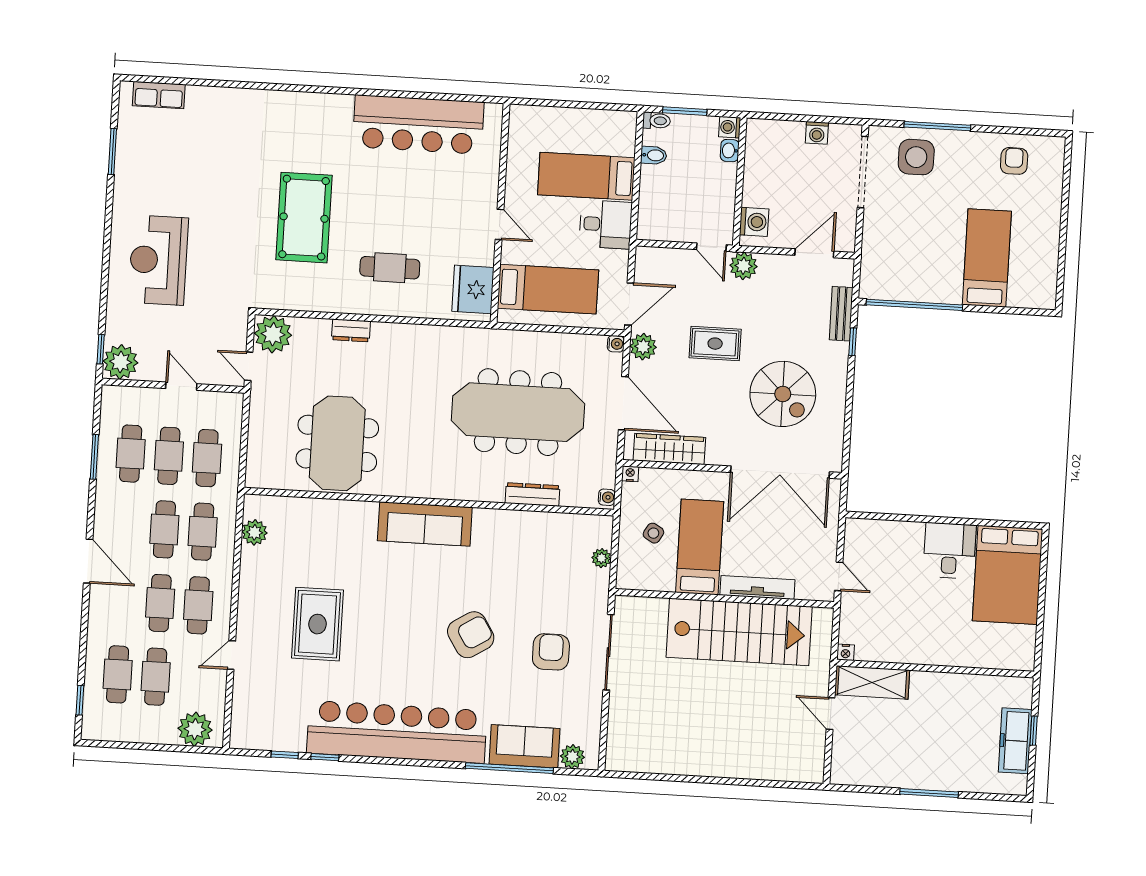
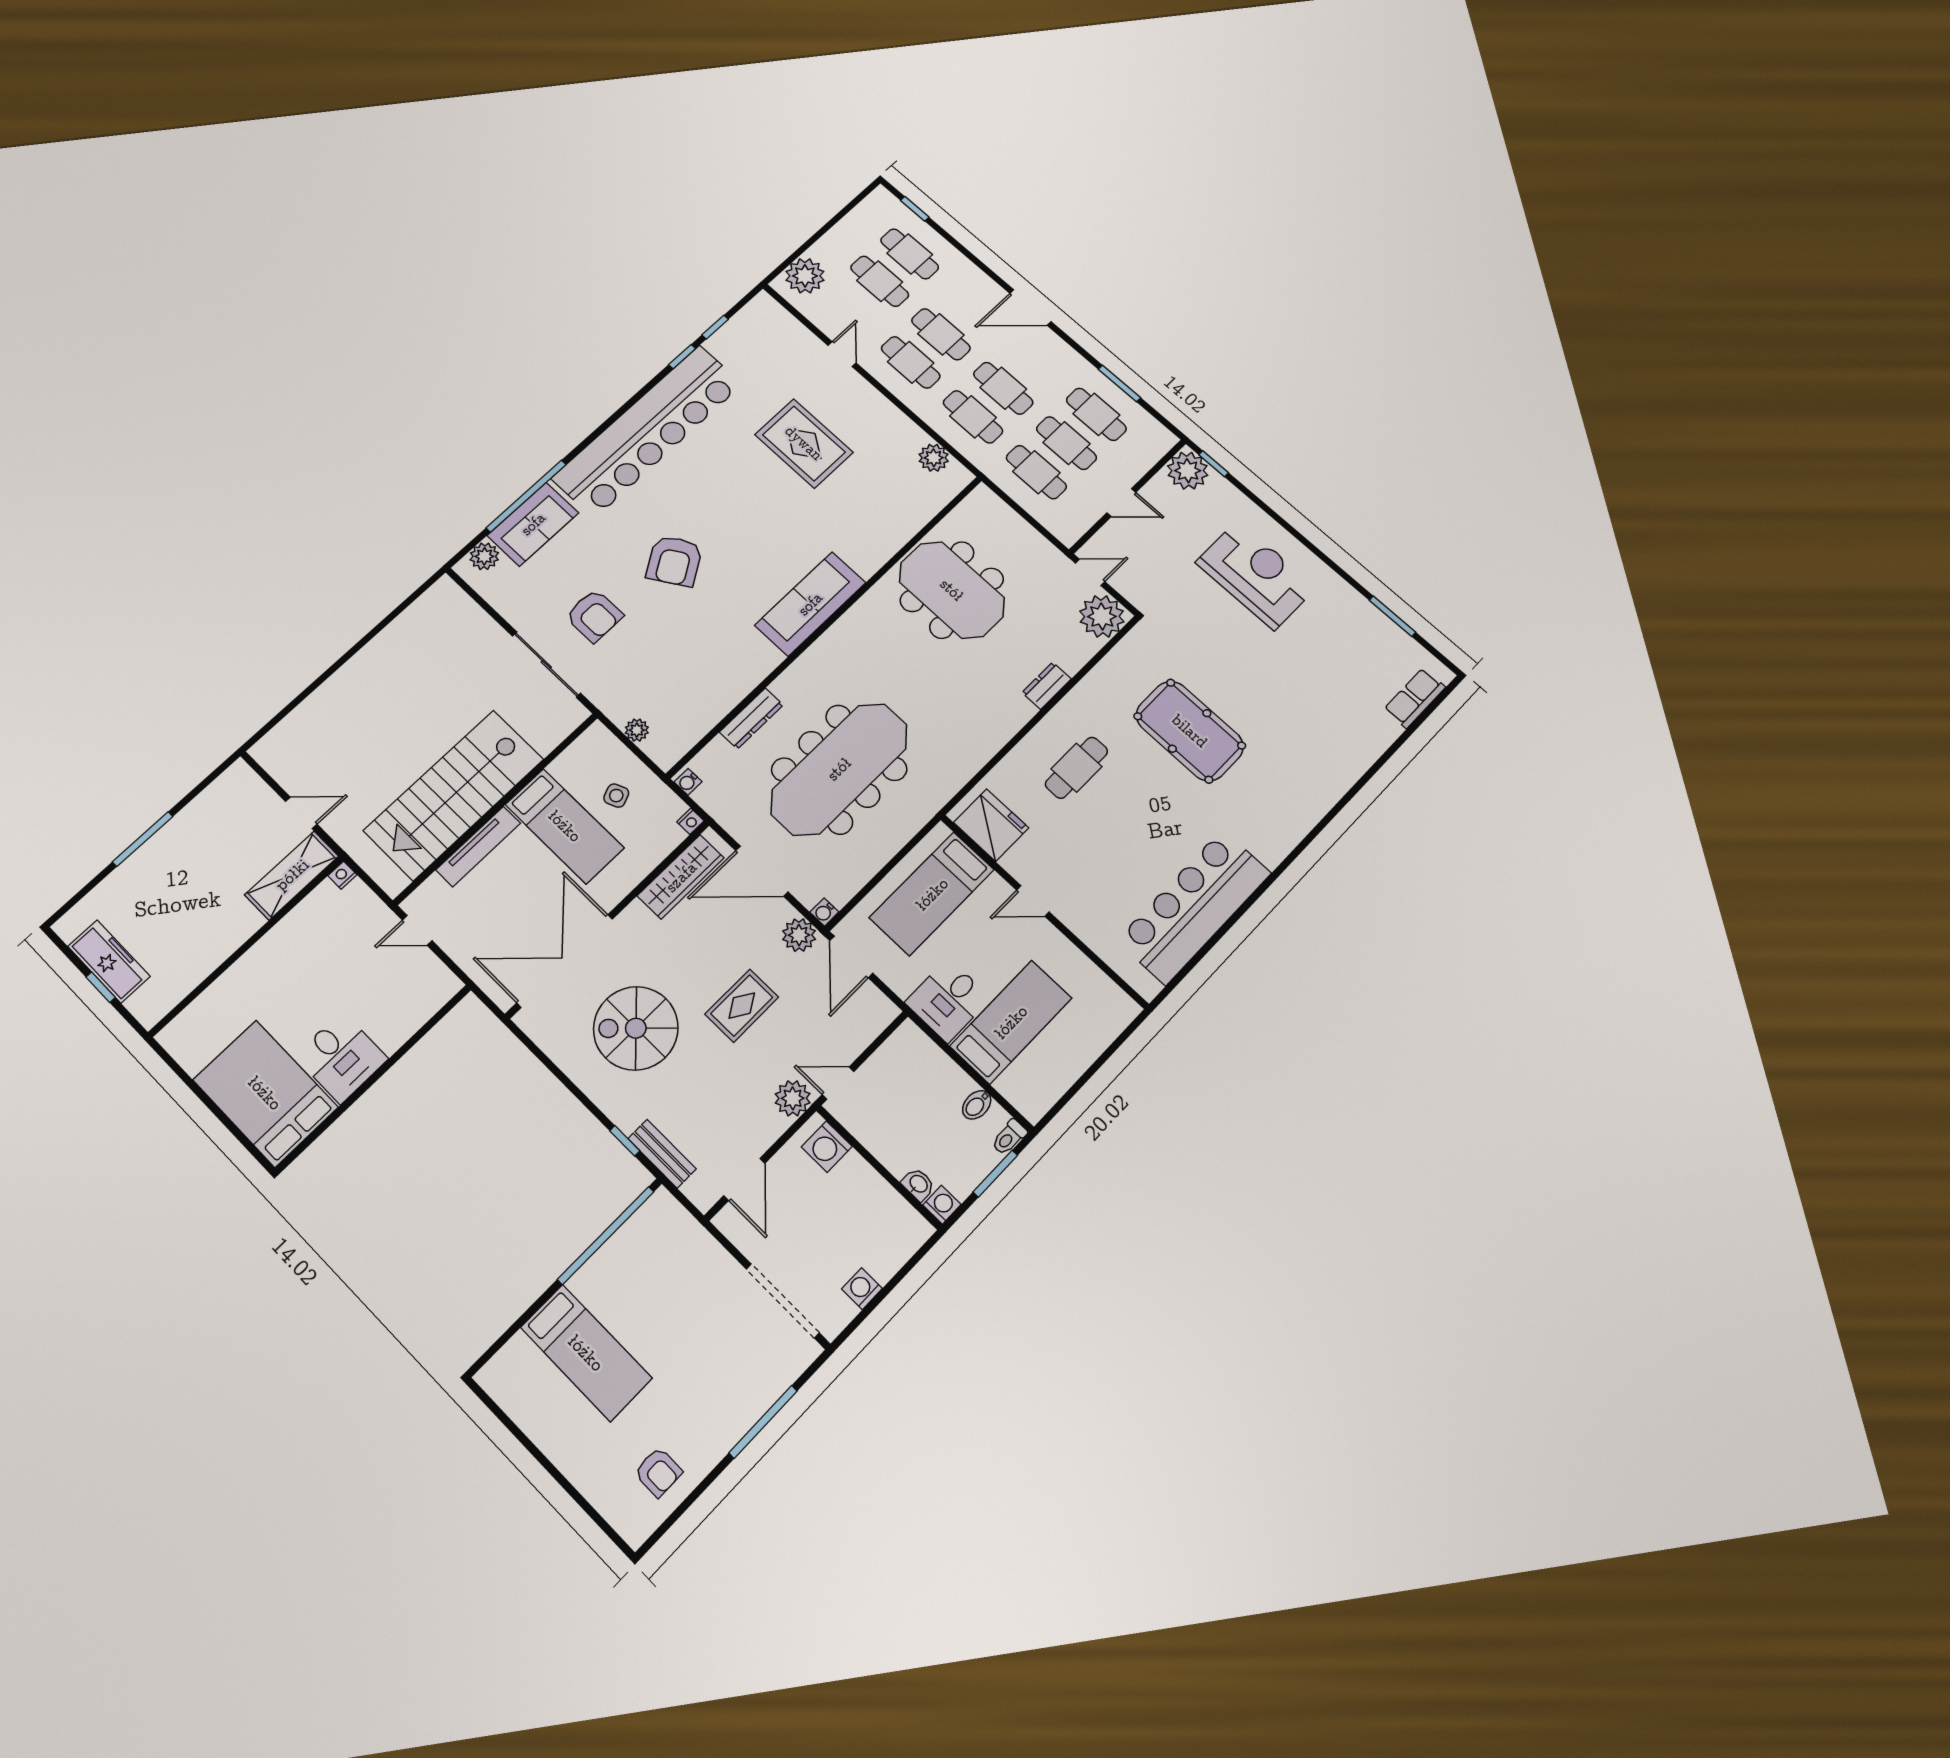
side table: (916, 157) -> (751, 1371), removed
side table: (653, 533) -> (616, 796), turned 38

